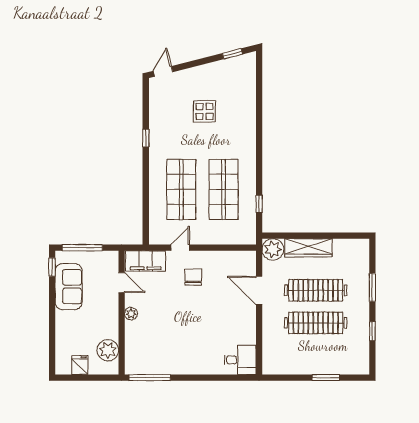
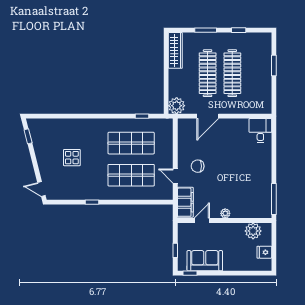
window: (82, 248) -> (175, 250), width x0.46
wardrobe: (309, 248) -> (175, 50), moved

